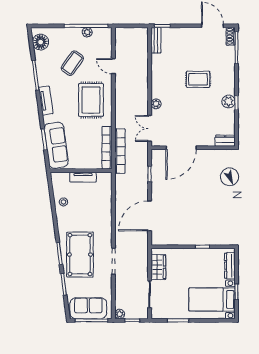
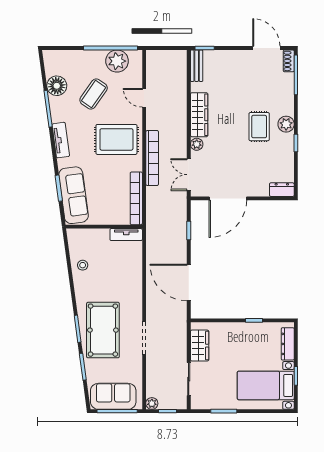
plant: (87, 32) -> (117, 61), width x1.87, depth x1.87
floor lamp: (41, 42) -> (57, 86), moved
rug: (198, 79) -> (259, 127), moved, turned 90
wardrobe: (158, 80) -> (199, 115), added
rug: (91, 100) -> (116, 139), turned 90
plant: (228, 101) -> (286, 124), moved
bookcase: (120, 151) -> (152, 158), moved
tv unit: (83, 177) -> (126, 235), moved
door: (150, 216) -> (189, 282), hinge flipped

